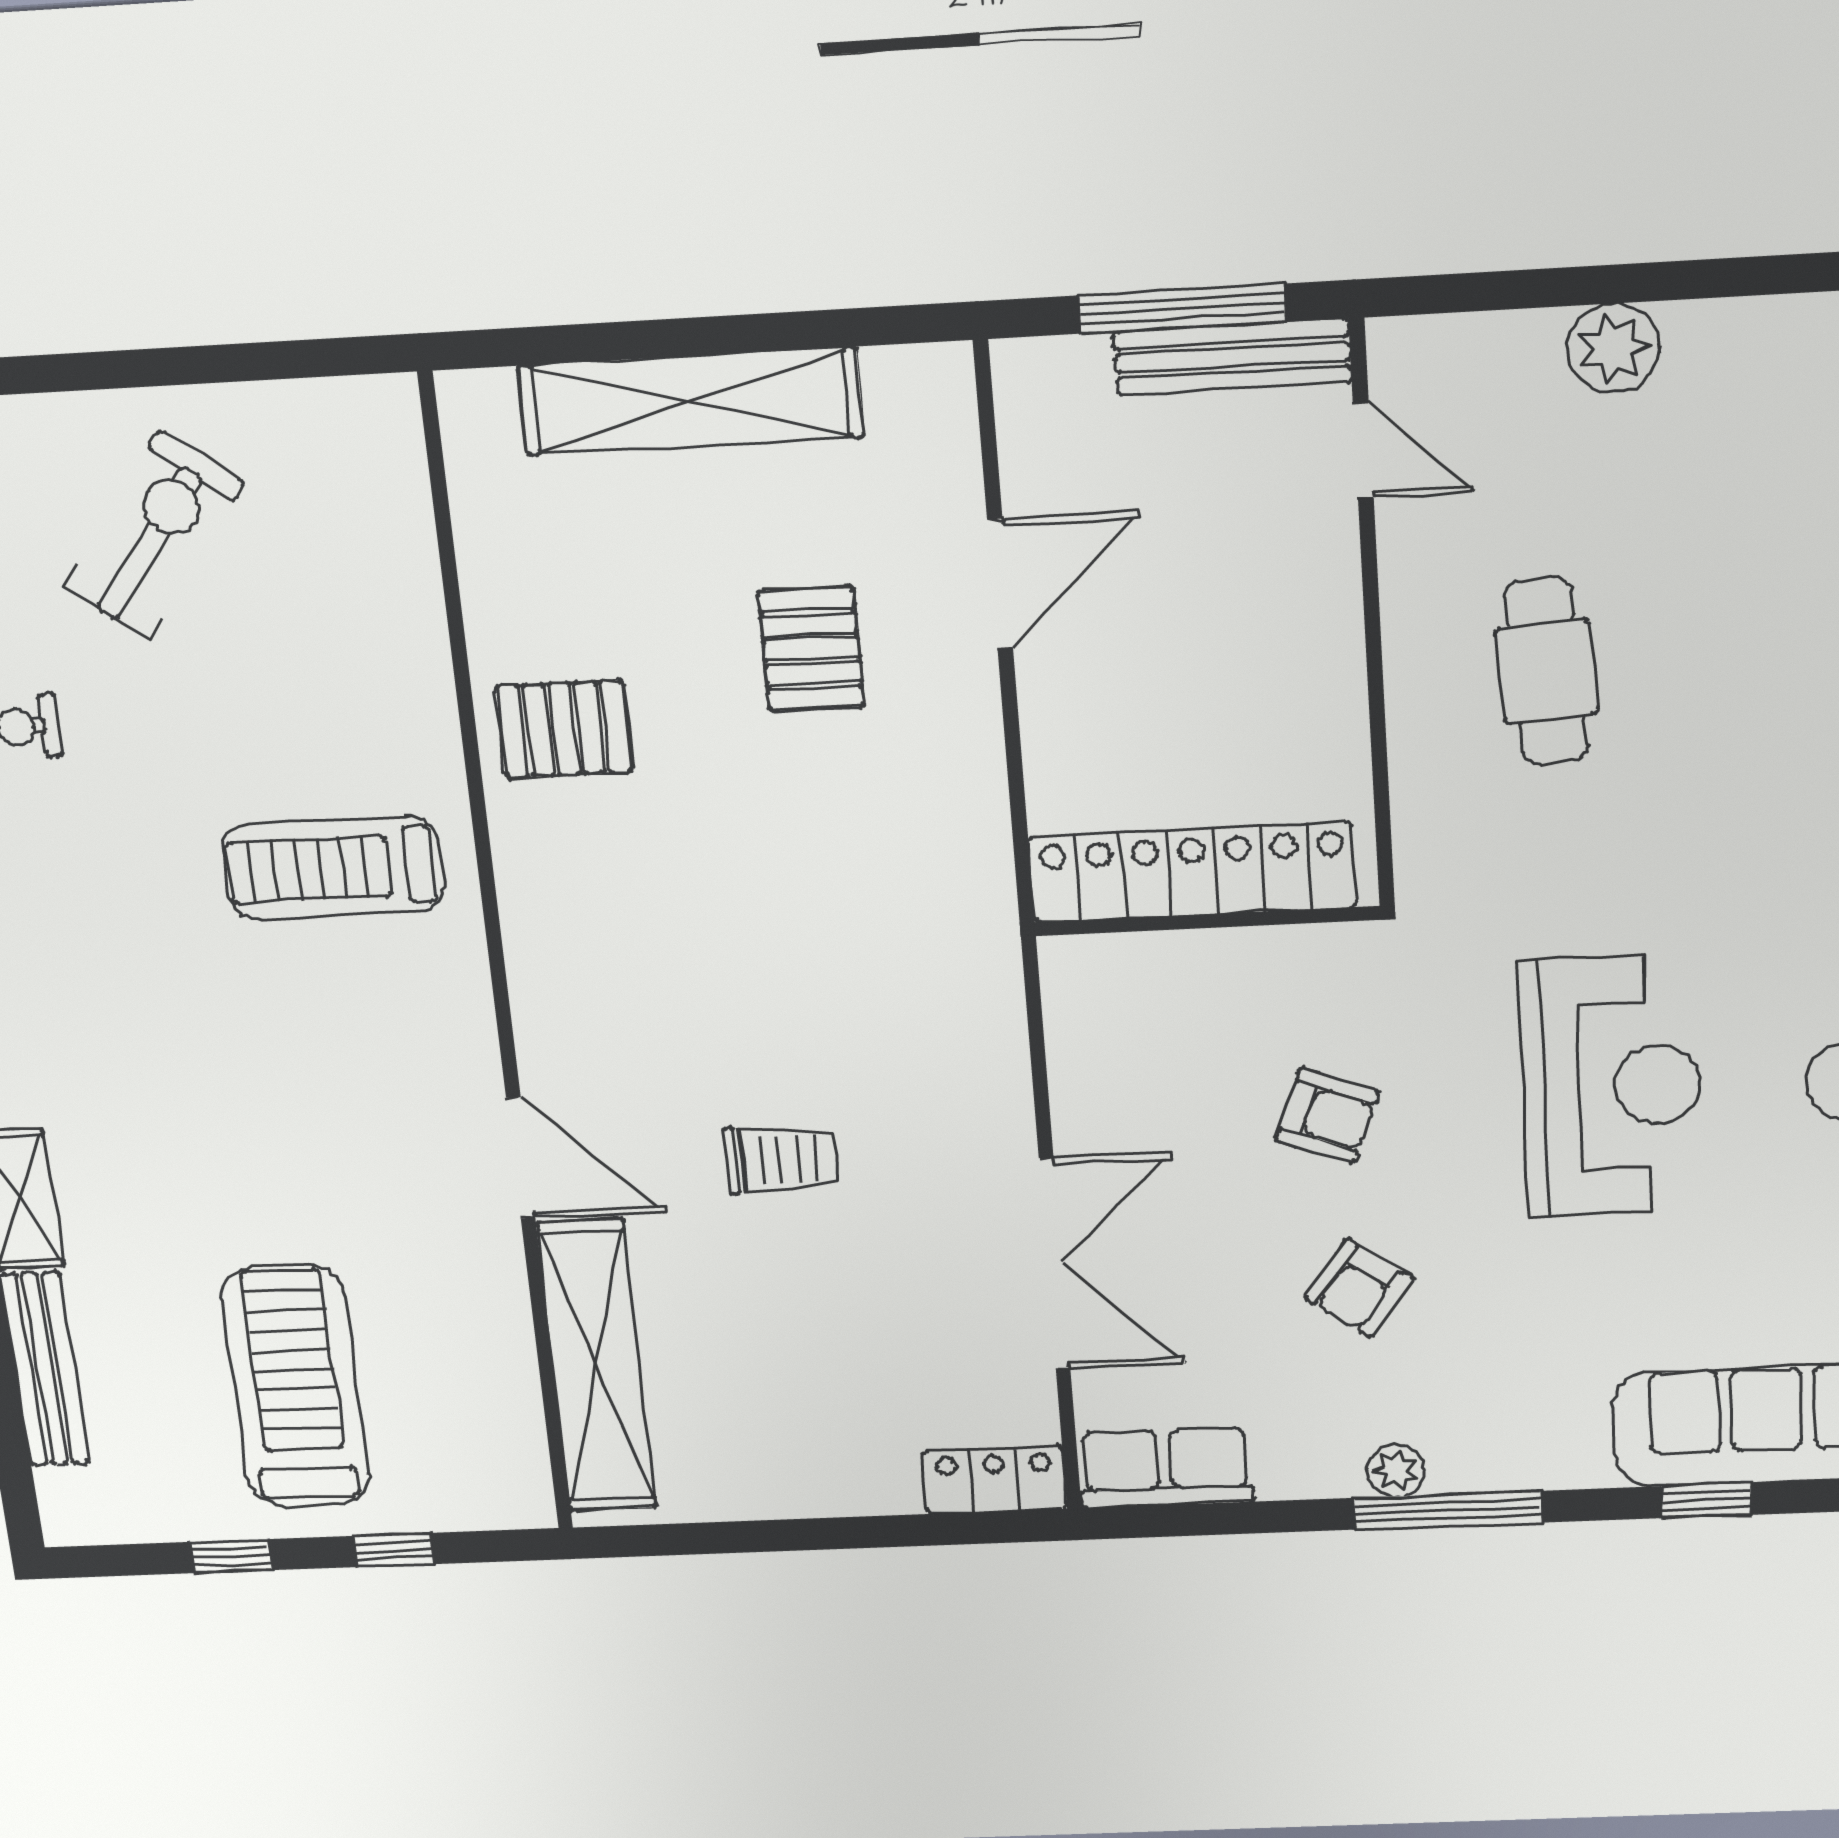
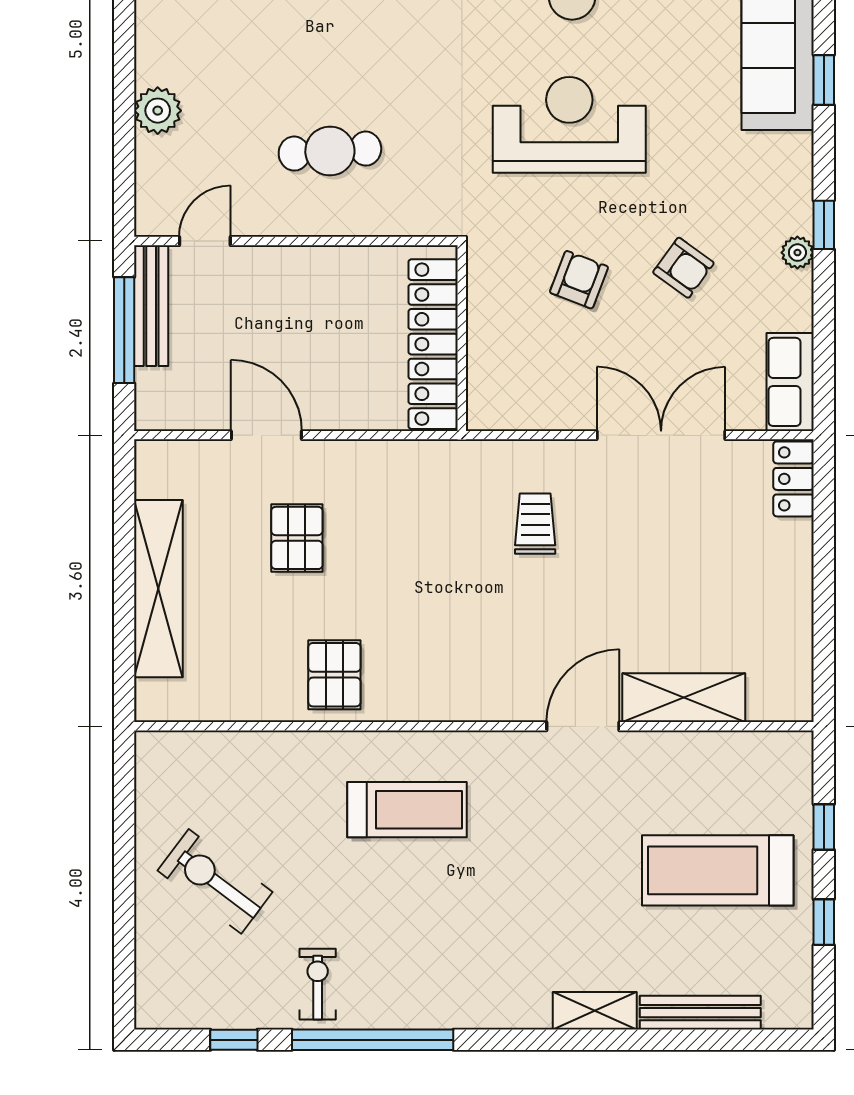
pallet: (811, 649) -> (297, 538), turned 90
treadmill: (333, 868) -> (407, 810), turned -90
trolley: (782, 1159) -> (535, 524), moved
shelving: (597, 1366) -> (684, 698), width x0.68
window: (1447, 1510) -> (824, 225), width x0.46

